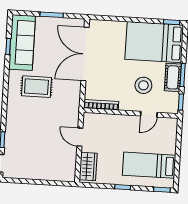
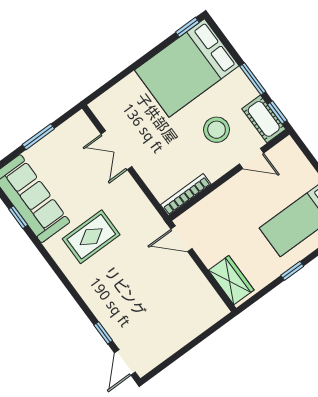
double door: (85, 54) -> (116, 150), width x0.54
cot: (173, 77) -> (264, 119), moved
door: (149, 114) -> (251, 158), hinge flipped
door: (80, 137) -> (181, 239), moved

